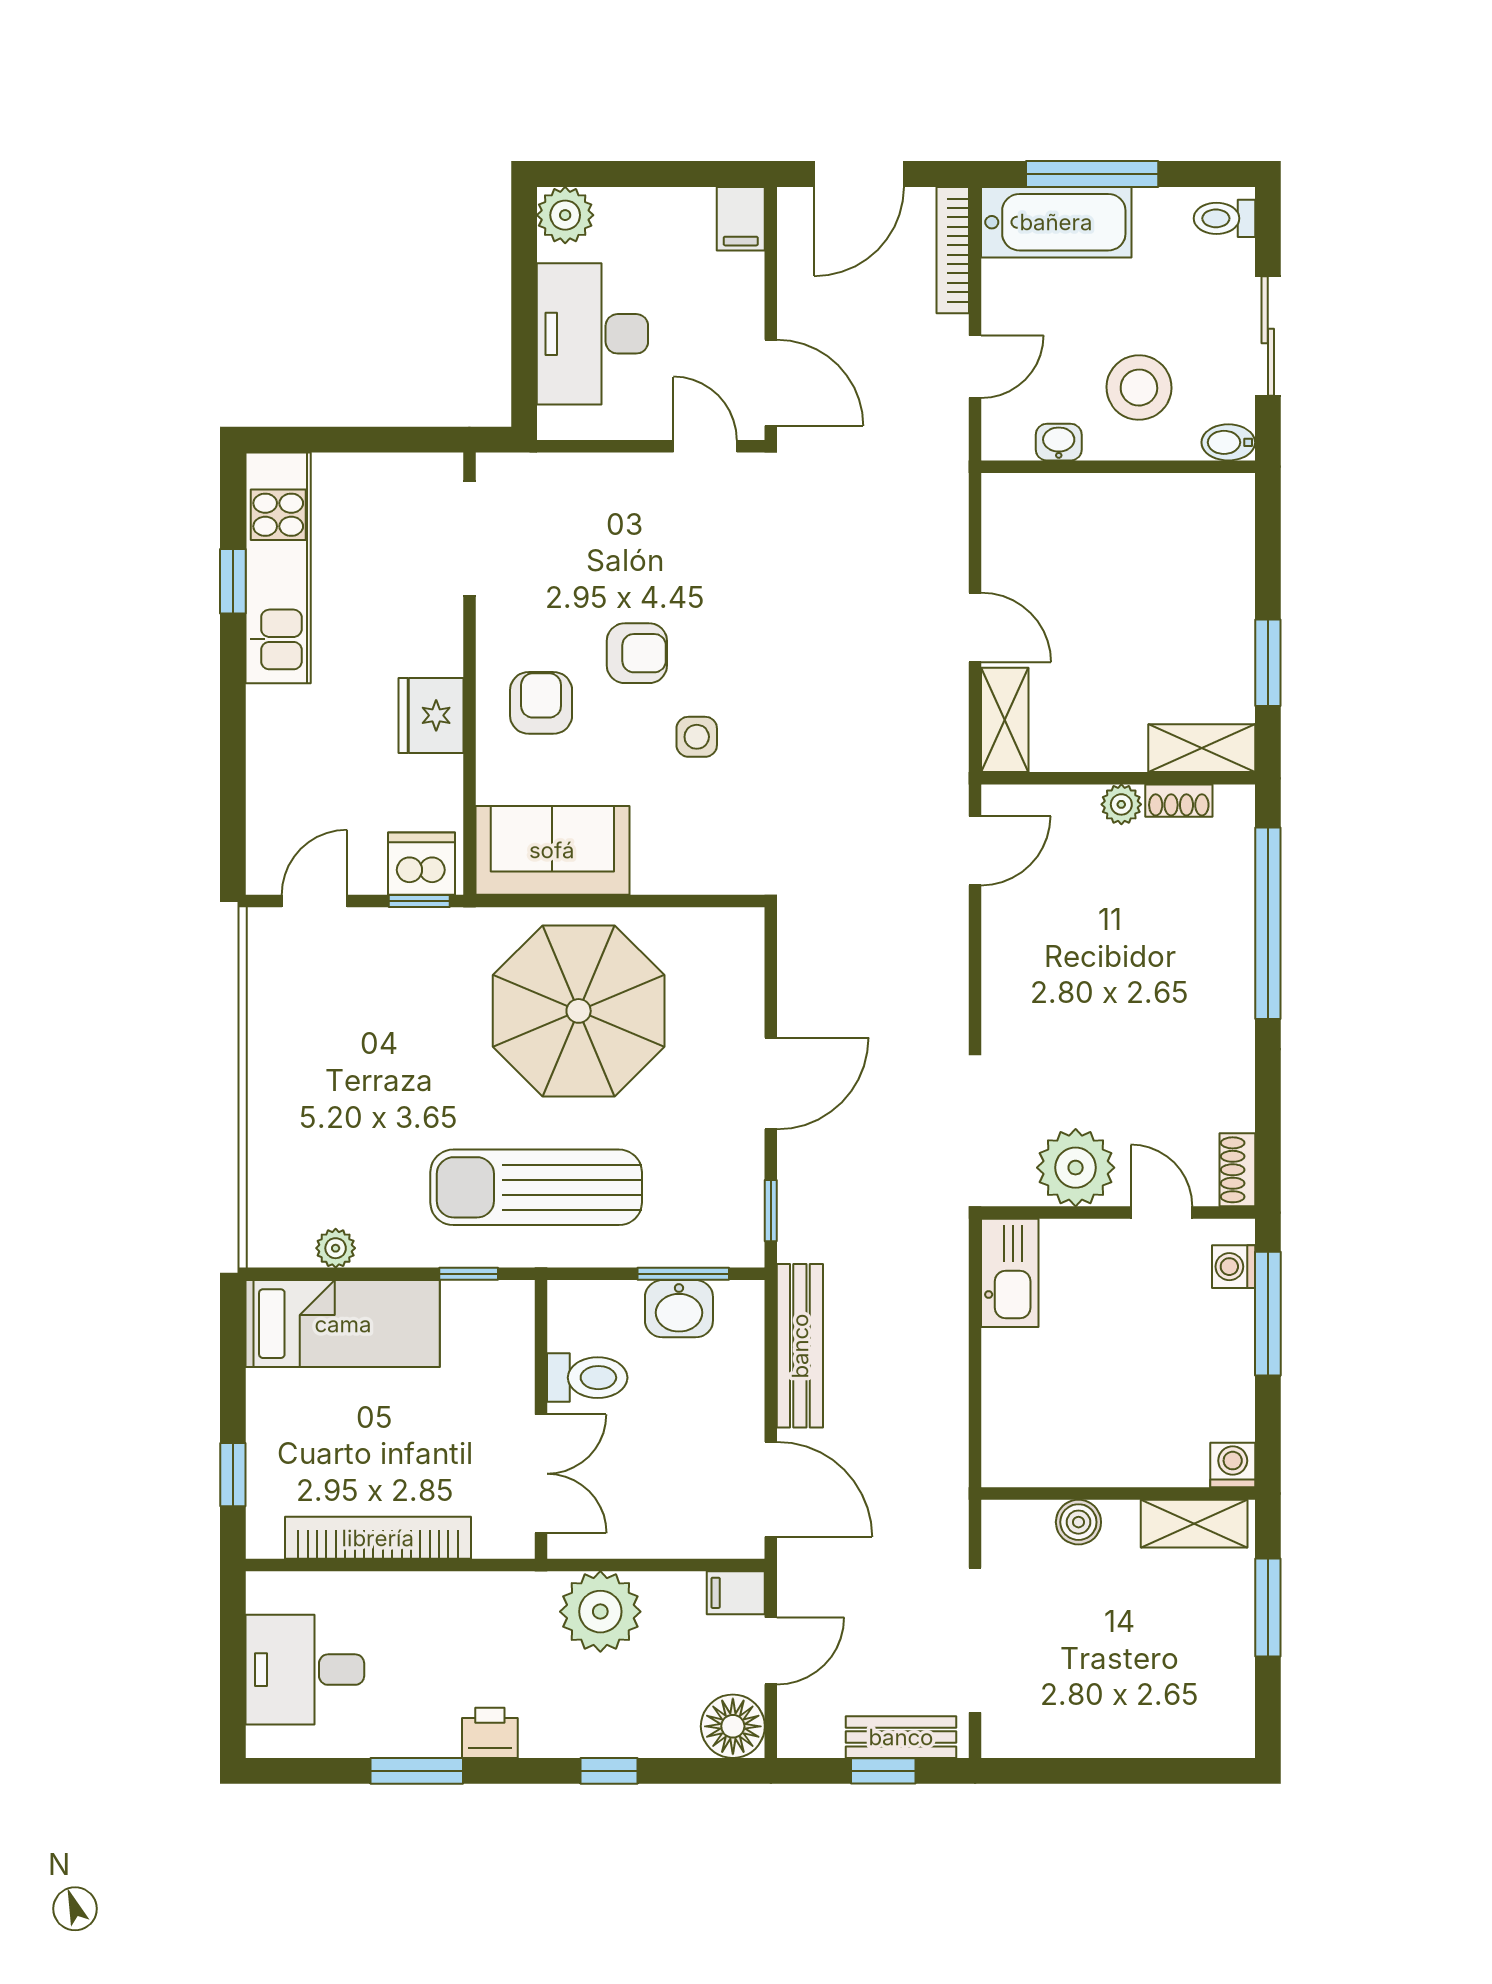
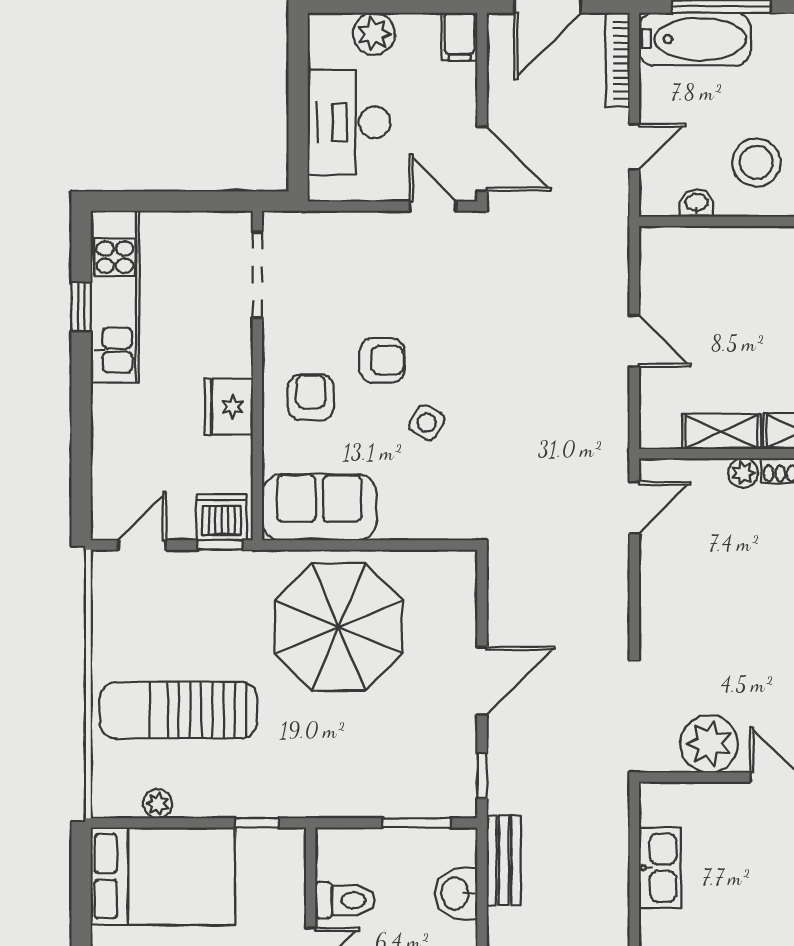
plant: (565, 215) -> (374, 34), moved
shelving: (1005, 720) -> (721, 431), moved, turned 90
side table: (697, 737) -> (427, 423), turned 31
sun lounger: (536, 1187) -> (179, 710), moved
kitchen sink: (1010, 1273) -> (660, 868), moved
washbasin: (679, 1309) -> (456, 894), moved, turned 90
bed: (343, 1324) -> (163, 876), width x1.50
bench: (800, 1346) -> (504, 860), width x0.73

